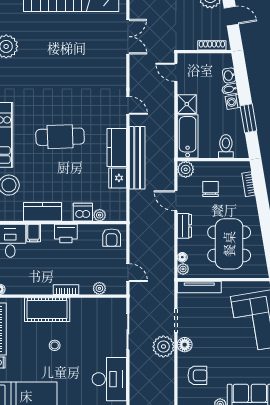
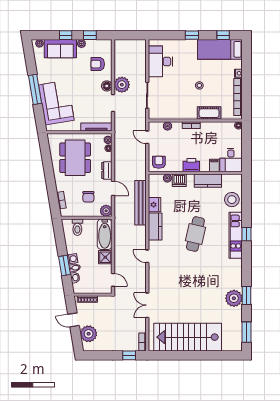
window: (248, 118) -> (64, 265), moved
cafe table: (60, 137) -> (195, 234), turned -75
bench: (137, 158) -> (141, 203), moved
cot: (47, 310) -> (209, 113), width x0.73, depth x0.75

